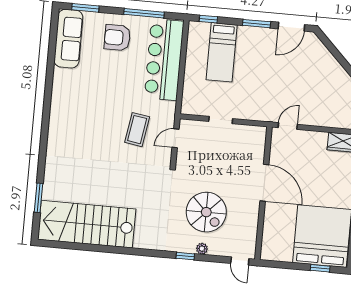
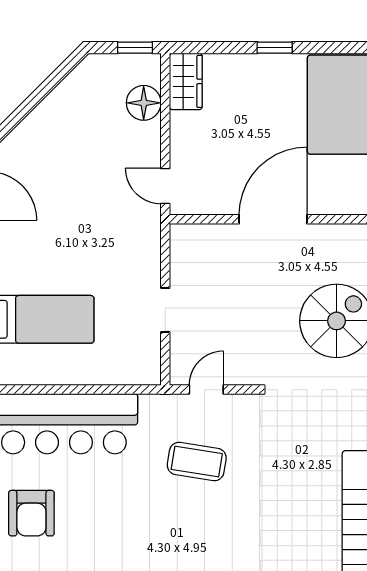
floor lamp: (334, 119) -> (144, 103), added
door: (176, 138) -> (206, 390), swing flipped

